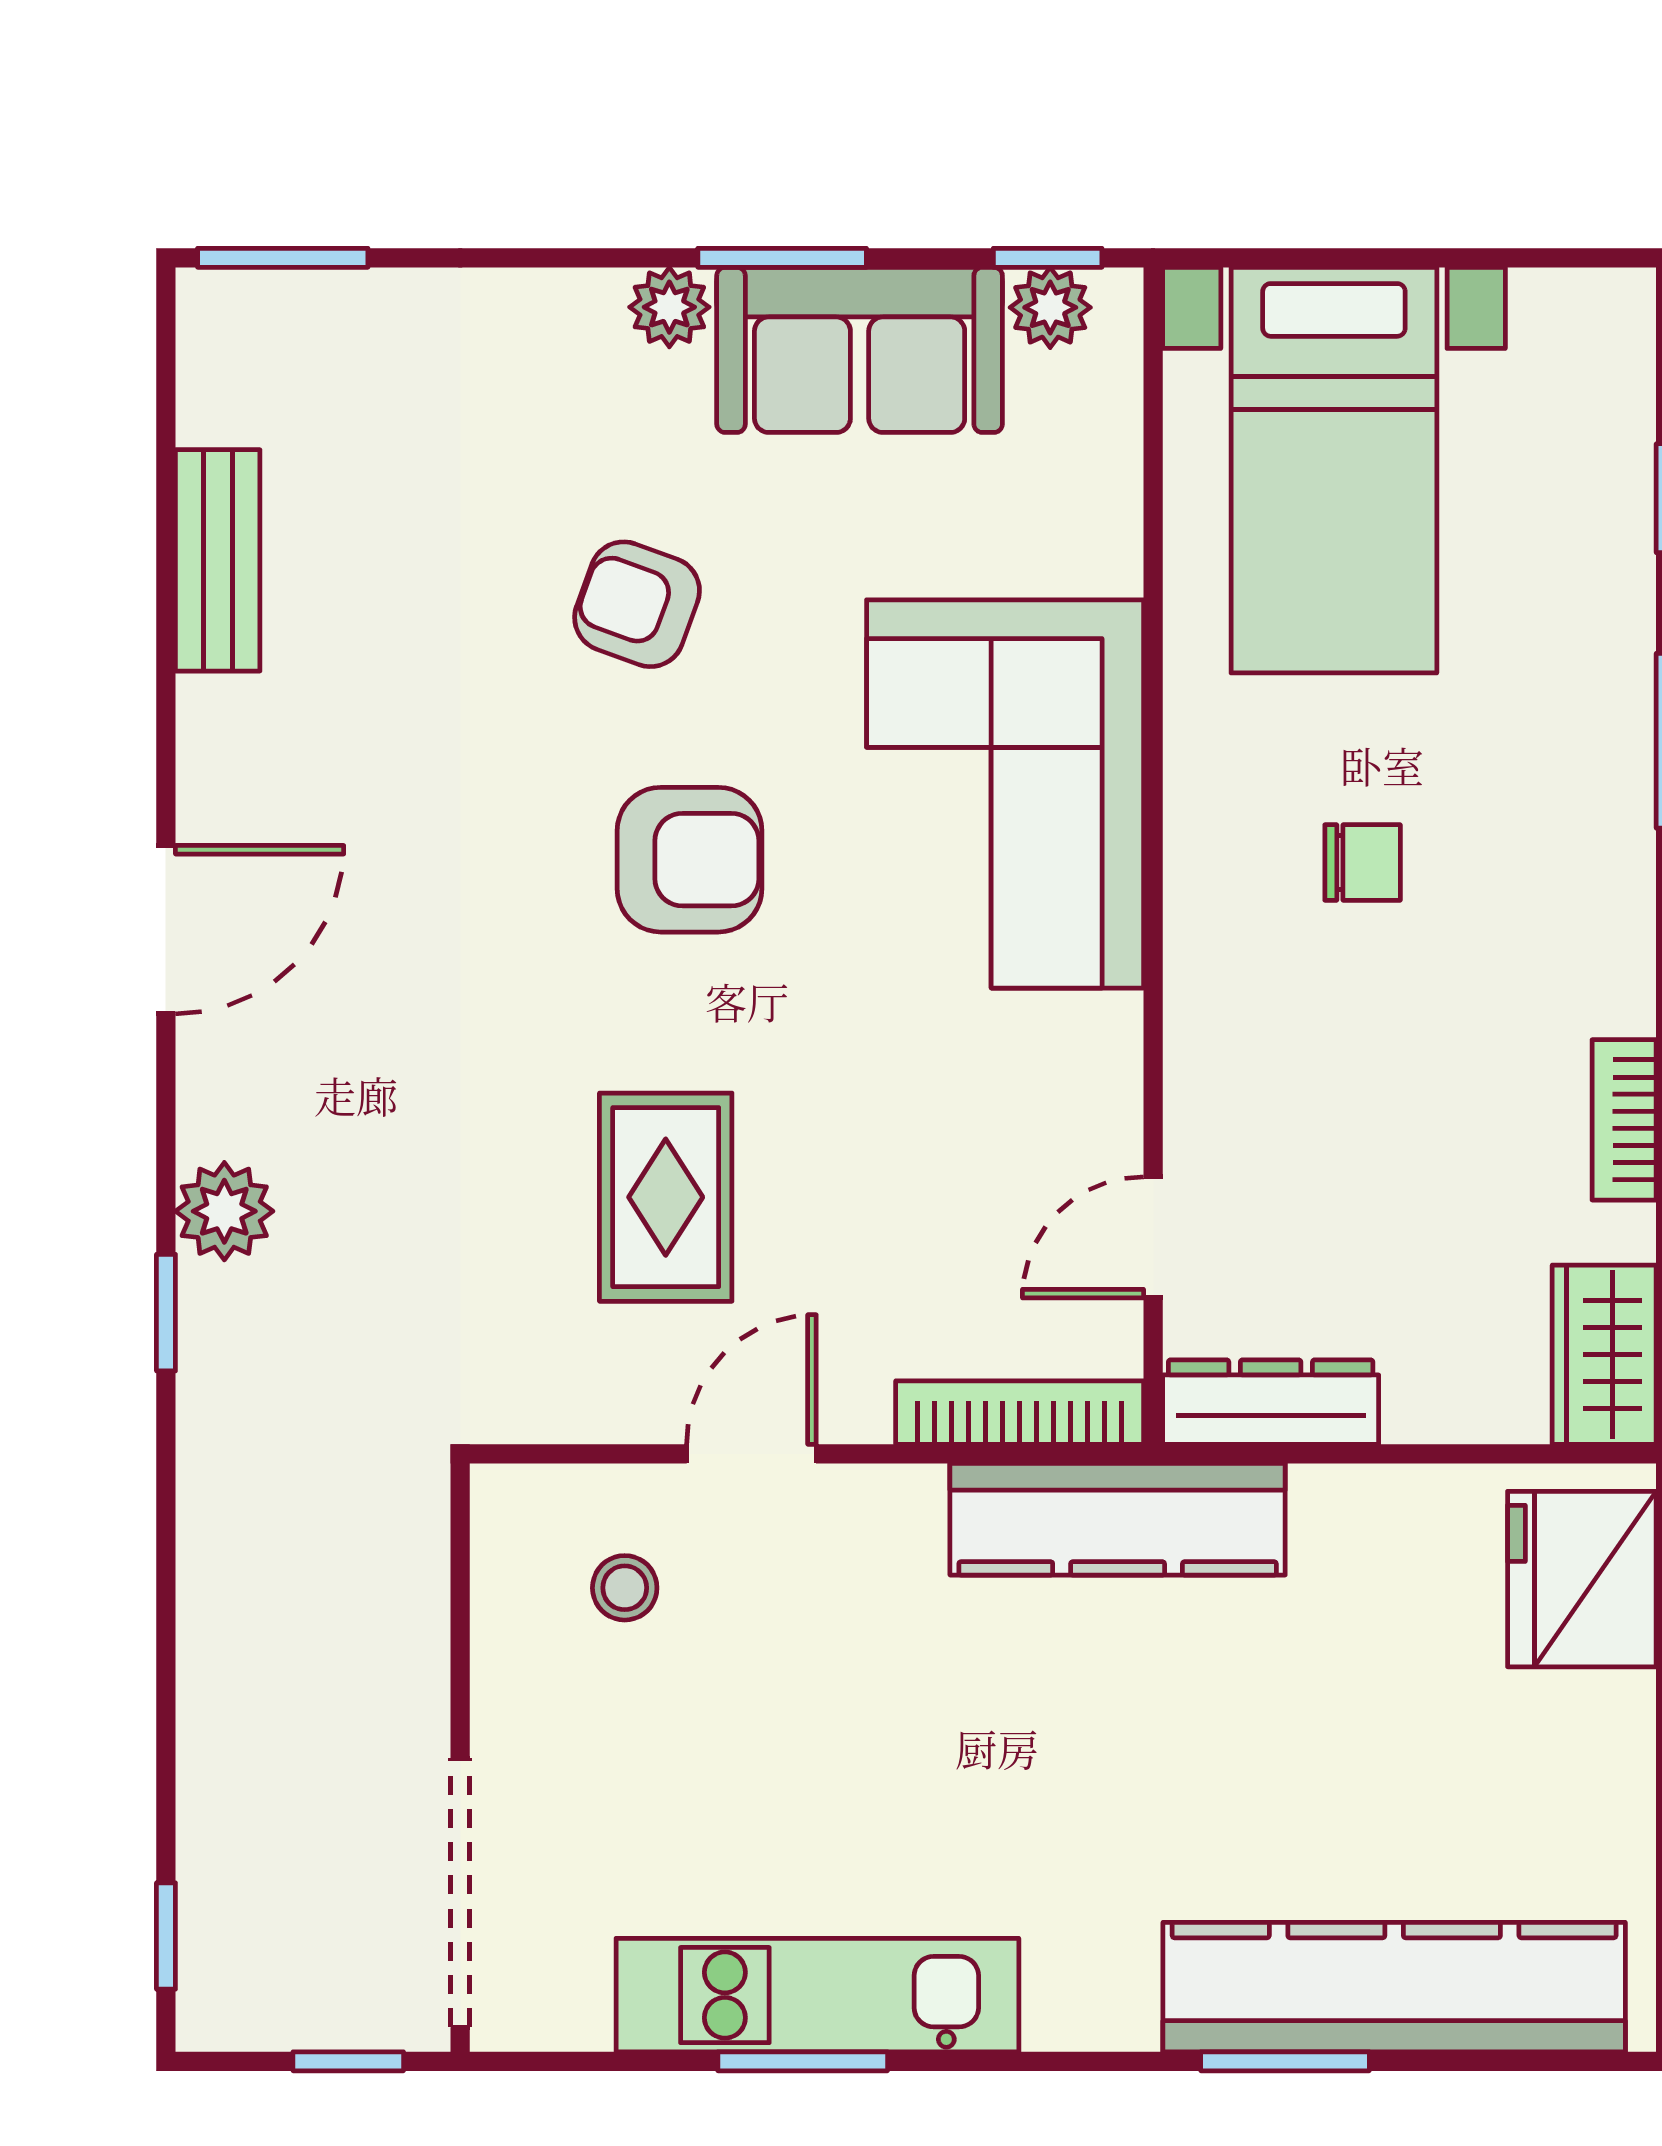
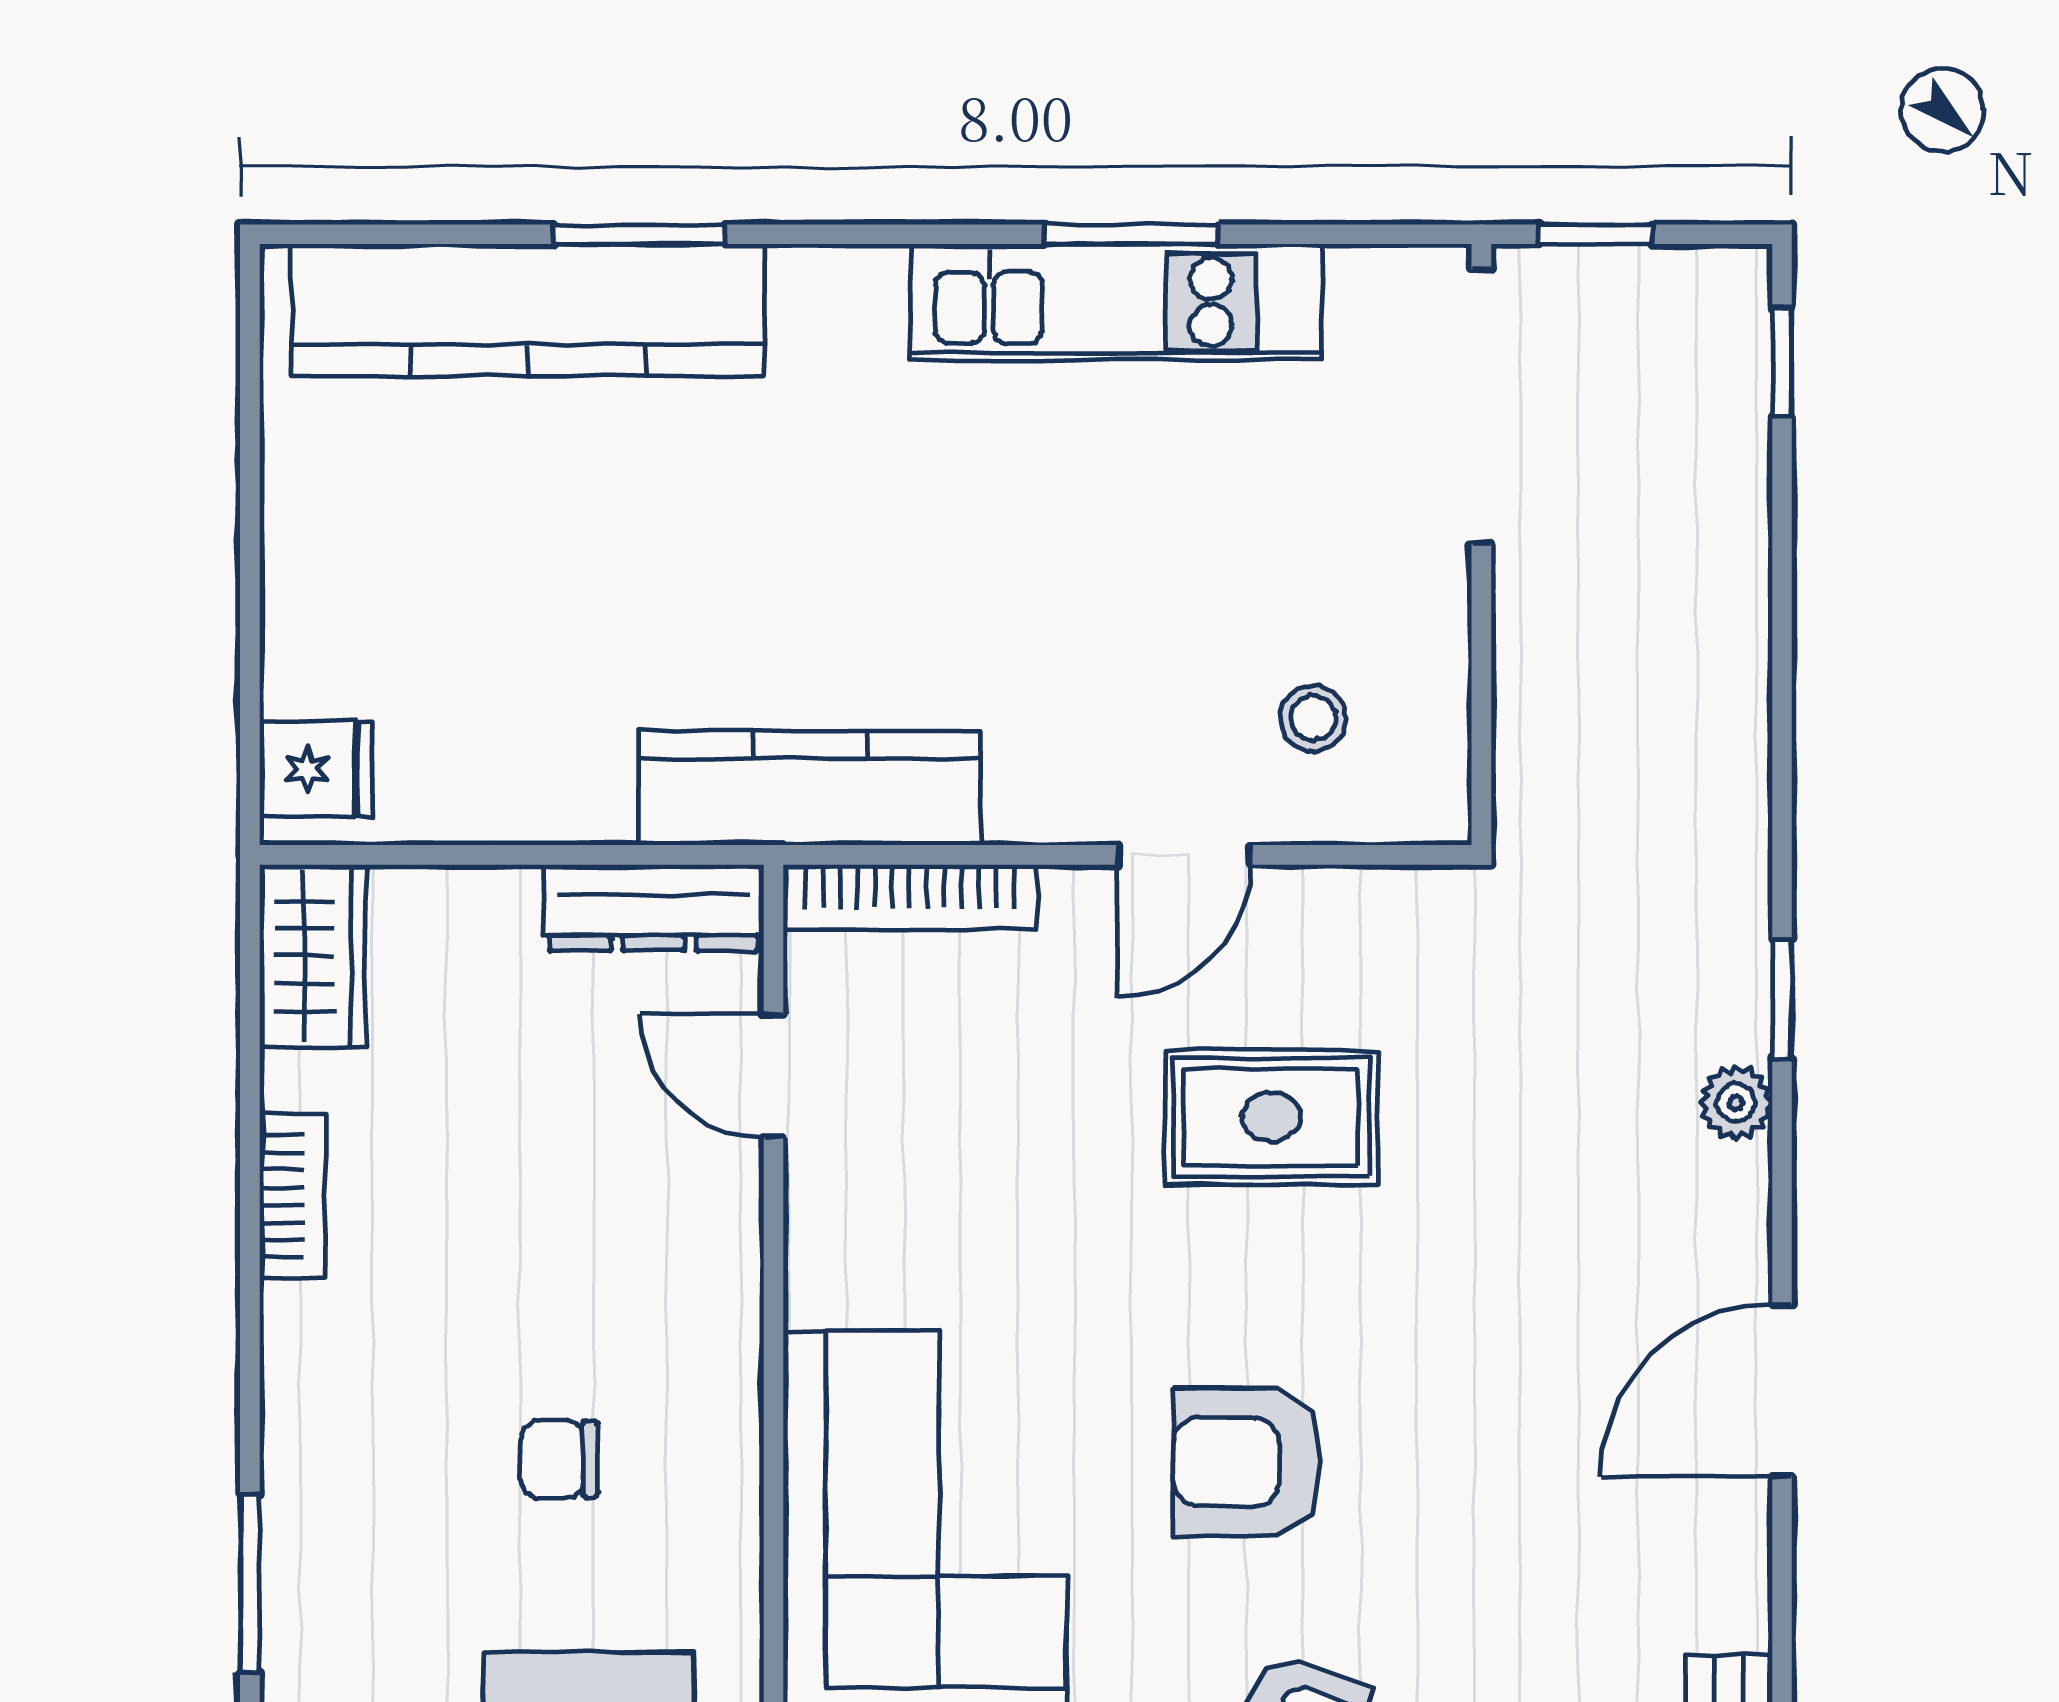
rug: (666, 1197) -> (1271, 1117), turned 90
plant: (224, 1211) -> (1736, 1103), width x0.73, depth x0.73
door: (1153, 1237) -> (774, 1076), swing flipped
fridge: (1582, 1579) -> (316, 769), width x0.53, depth x0.75

